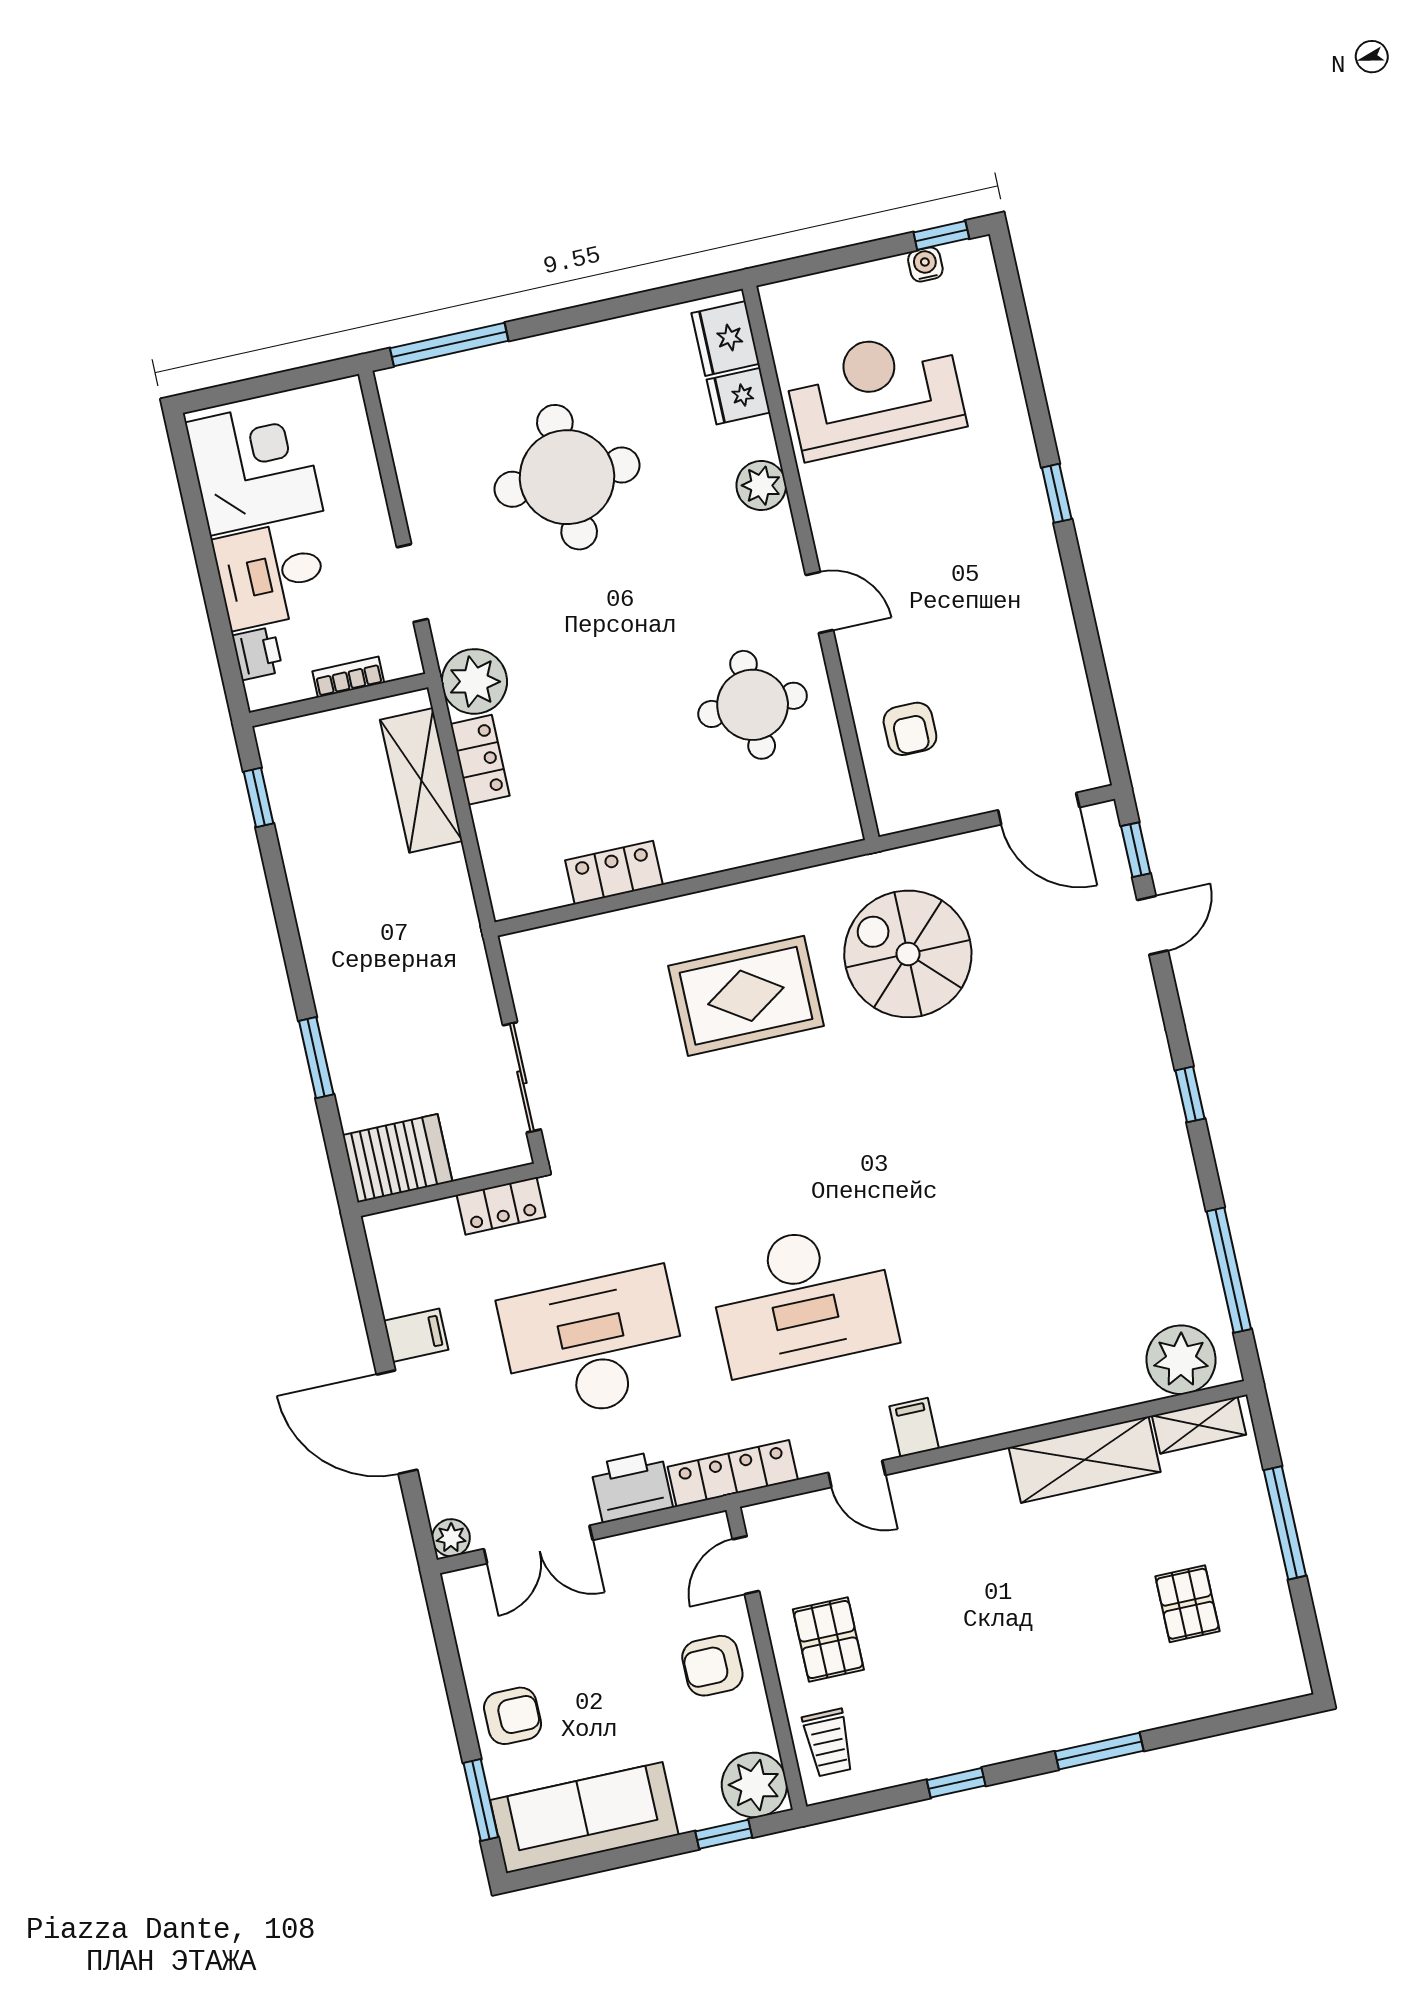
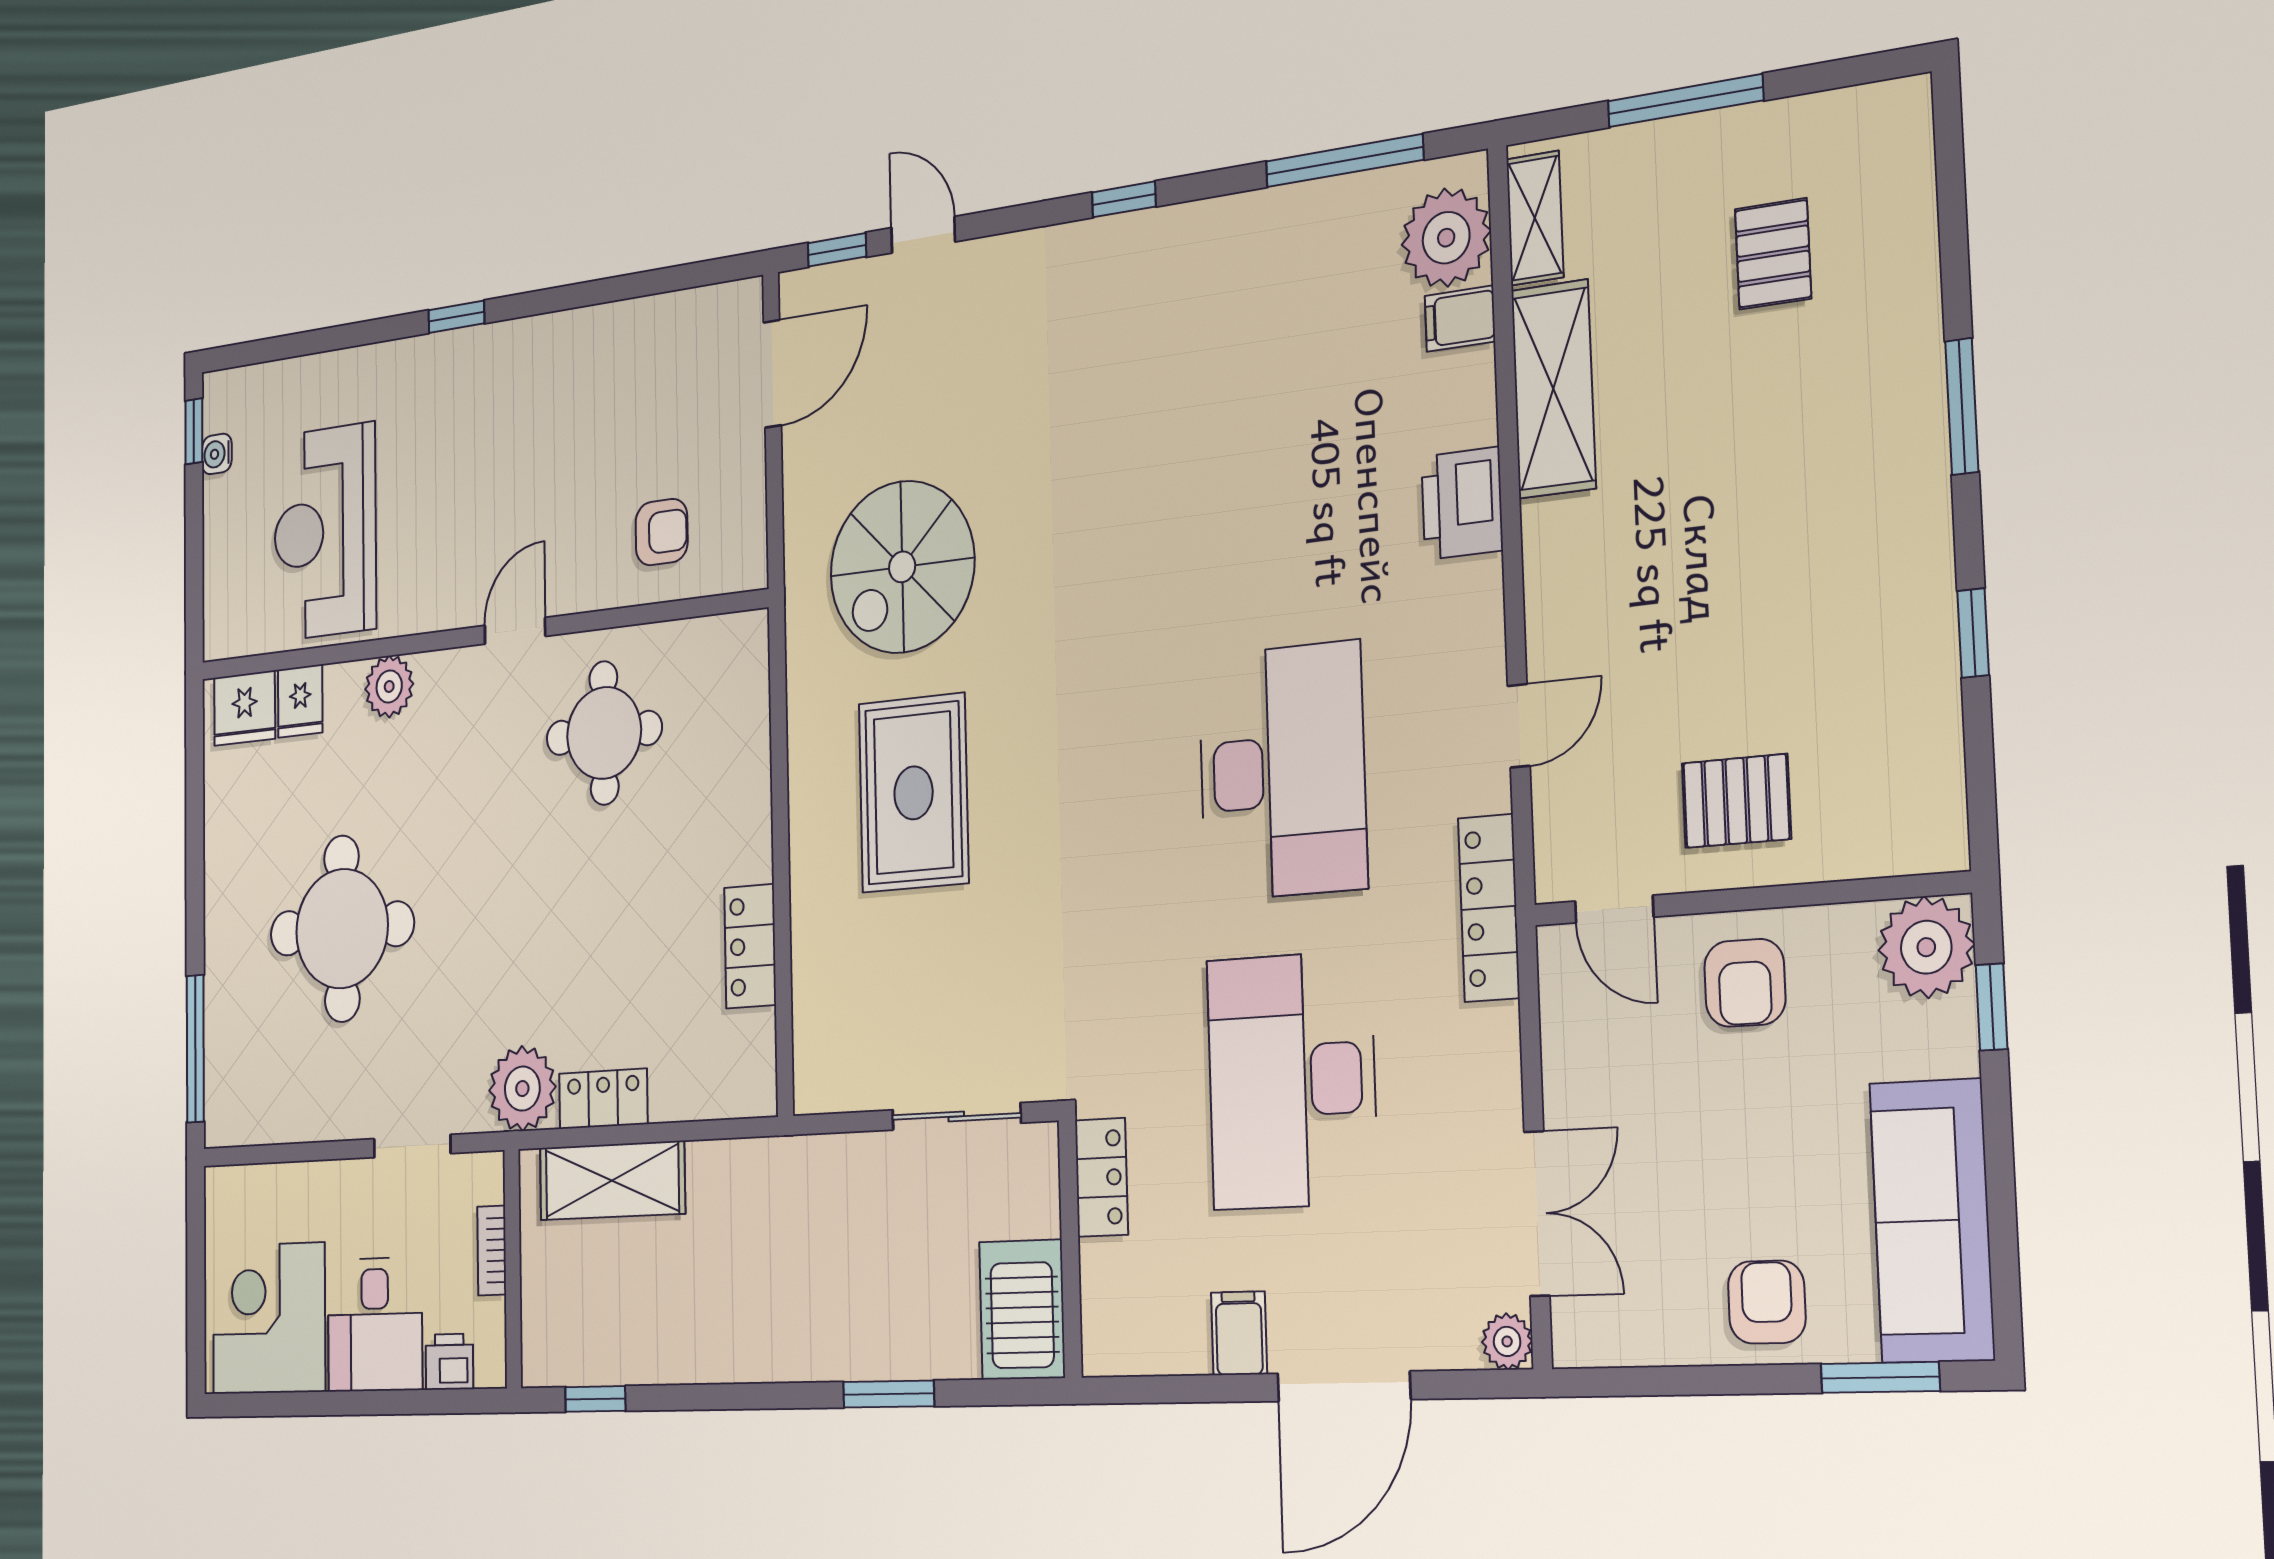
filing cabinet: (914, 1427) -> (1460, 319), moved
printer: (632, 1486) -> (1462, 503), moved
pallet: (1187, 1604) -> (1773, 254), turned 90
trolley: (828, 1743) -> (1883, 823), removed

